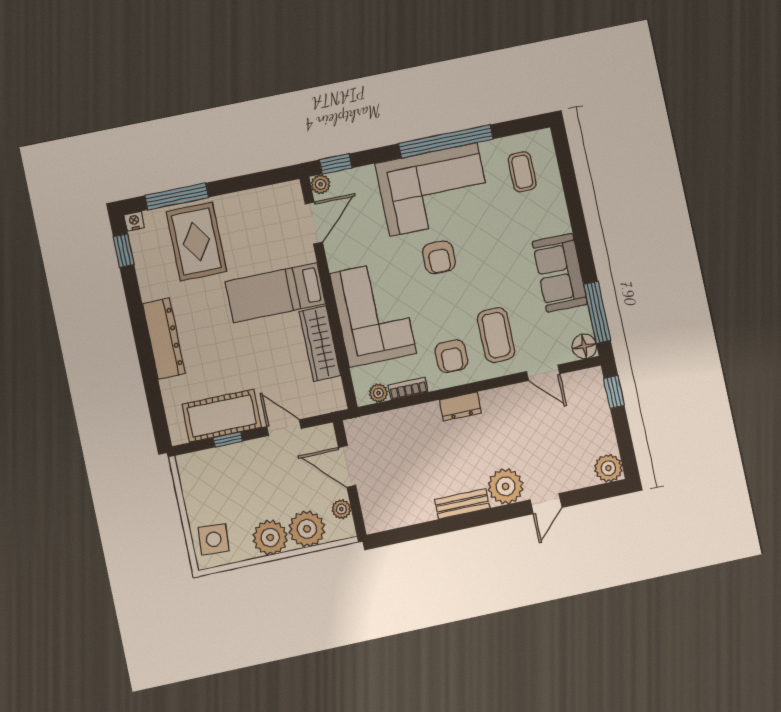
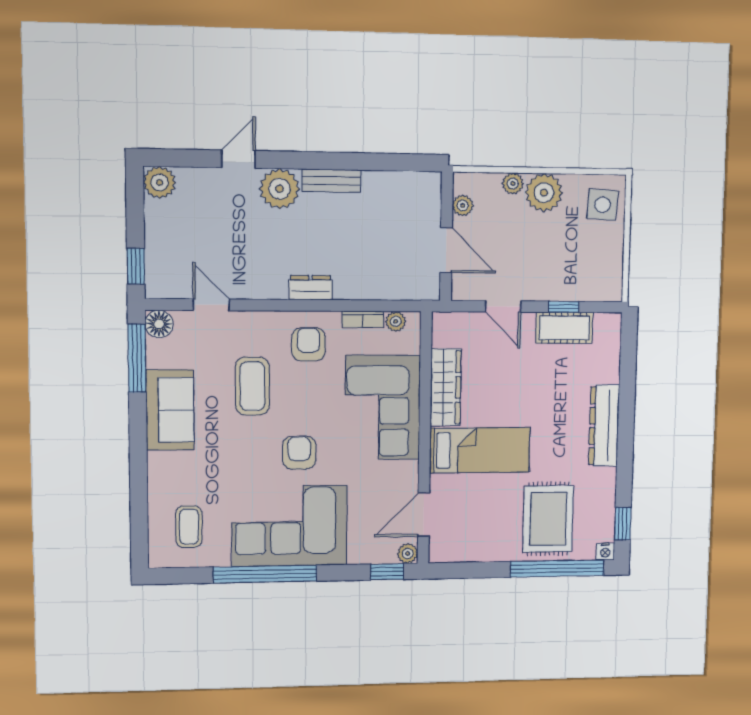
window: (177, 196) -> (557, 569), width x1.46
coffee table: (496, 335) -> (252, 386), moved
cot: (222, 416) -> (564, 328), width x0.73, depth x0.75
plant: (307, 529) -> (513, 183), width x0.53, depth x0.53

